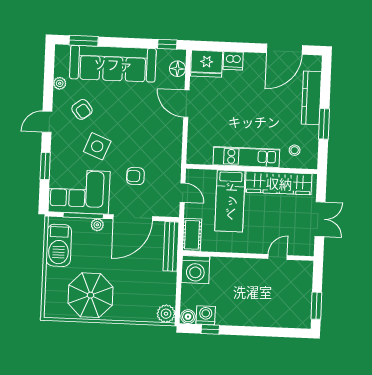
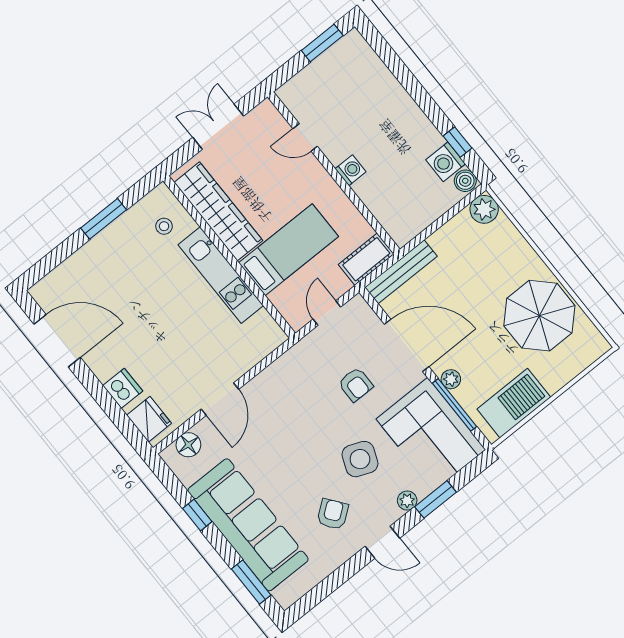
window: (167, 44) -> (197, 515), moved
fridge: (207, 64) -> (149, 419), width x0.73, depth x0.75
plant: (60, 83) -> (407, 501), moved
kitchen counter: (311, 98) -> (86, 260), removed
washing machine: (195, 270) -> (351, 170), moved, width x0.53, depth x0.53

